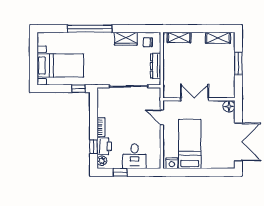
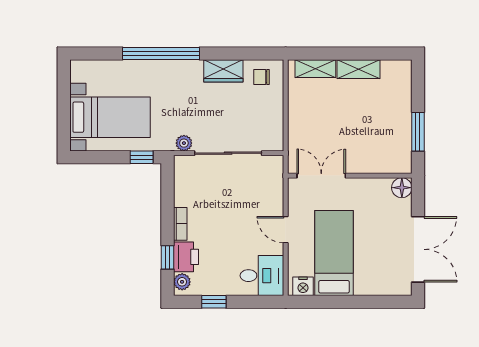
shelving: (218, 38) -> (358, 69), moved
window: (238, 63) -> (418, 132), moved
dresser: (156, 66) -> (275, 118), removed
plant: (103, 80) -> (184, 143), added
double door: (194, 99) -> (321, 176), moved
door: (162, 117) -> (286, 230), moved
desk: (135, 156) -> (262, 276), moved, turned -90

